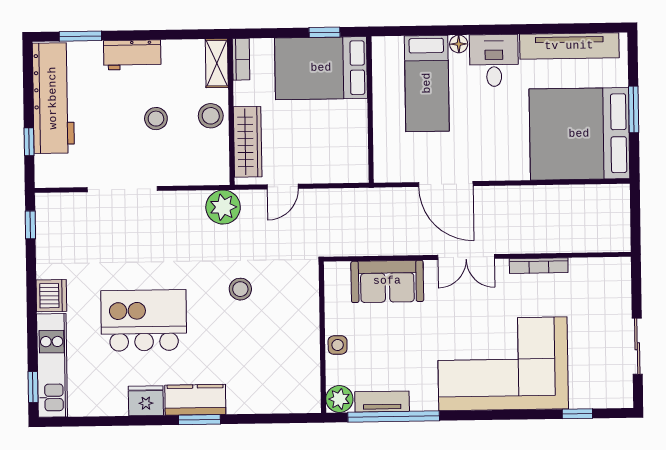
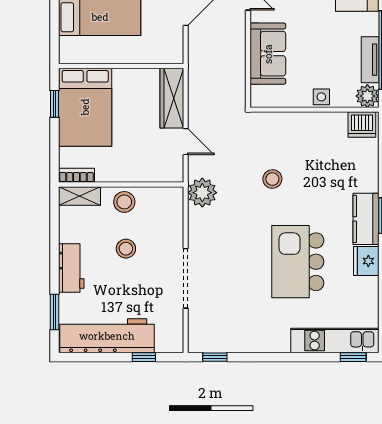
wardrobe: (248, 142) -> (172, 98), moved, turned -90
dishwasher: (51, 296) -> (362, 125), moved, turned 180

